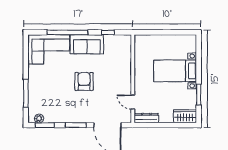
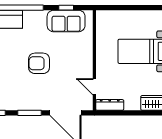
sofa: (87, 44) -> (66, 21), moved
armchair: (84, 81) -> (39, 63), turned -90

